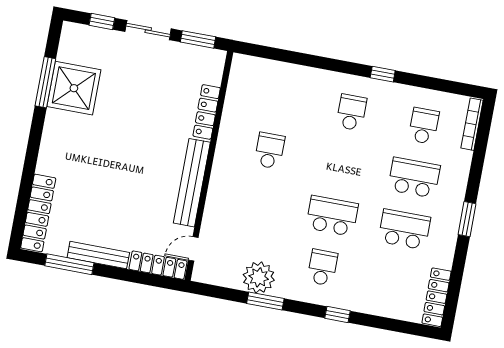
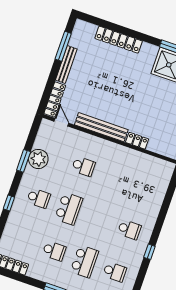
locker: (207, 112) -> (137, 141), width x0.66
school desk: (269, 151) -> (83, 166), moved
locker: (38, 213) -> (119, 40), moved
school desk: (404, 229) -> (54, 251), width x0.54

